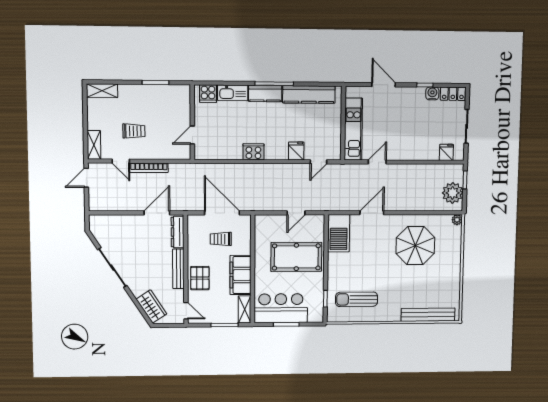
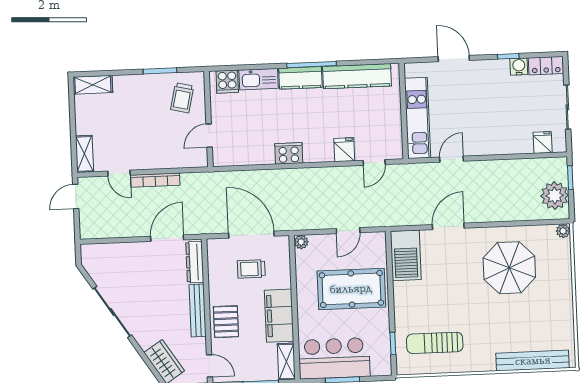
trolley: (134, 131) -> (182, 98), moved, turned 103
plant: (260, 220) -> (301, 242), added

